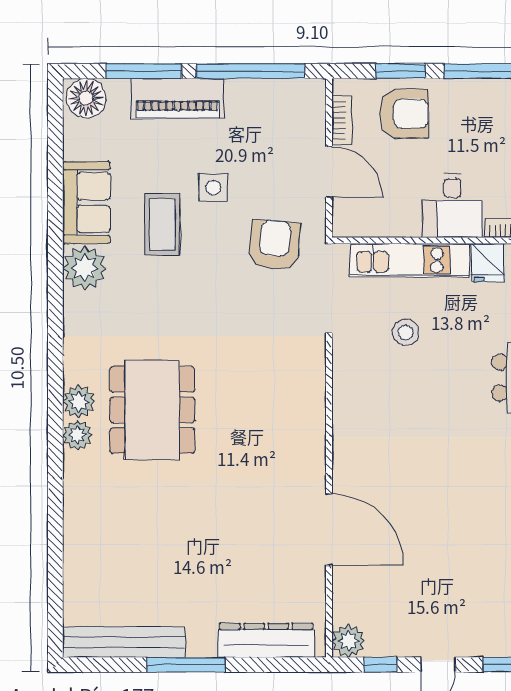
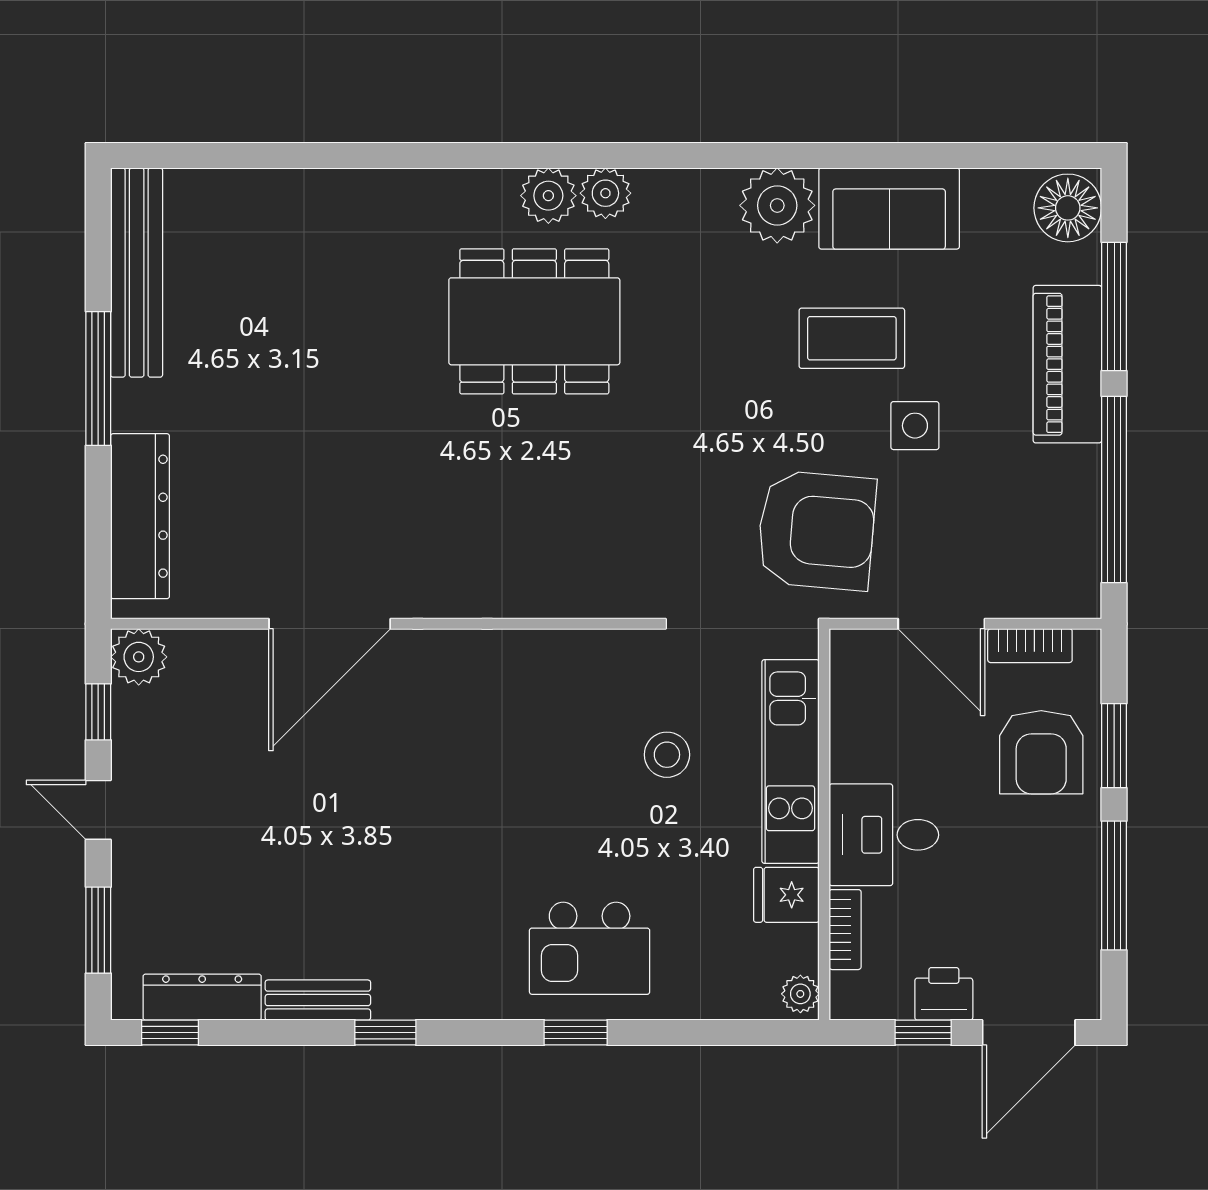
door: (329, 172) -> (941, 624), hinge flipped
armchair: (274, 245) -> (816, 530), width x1.36, depth x1.36
plant: (77, 435) -> (605, 193), moved

